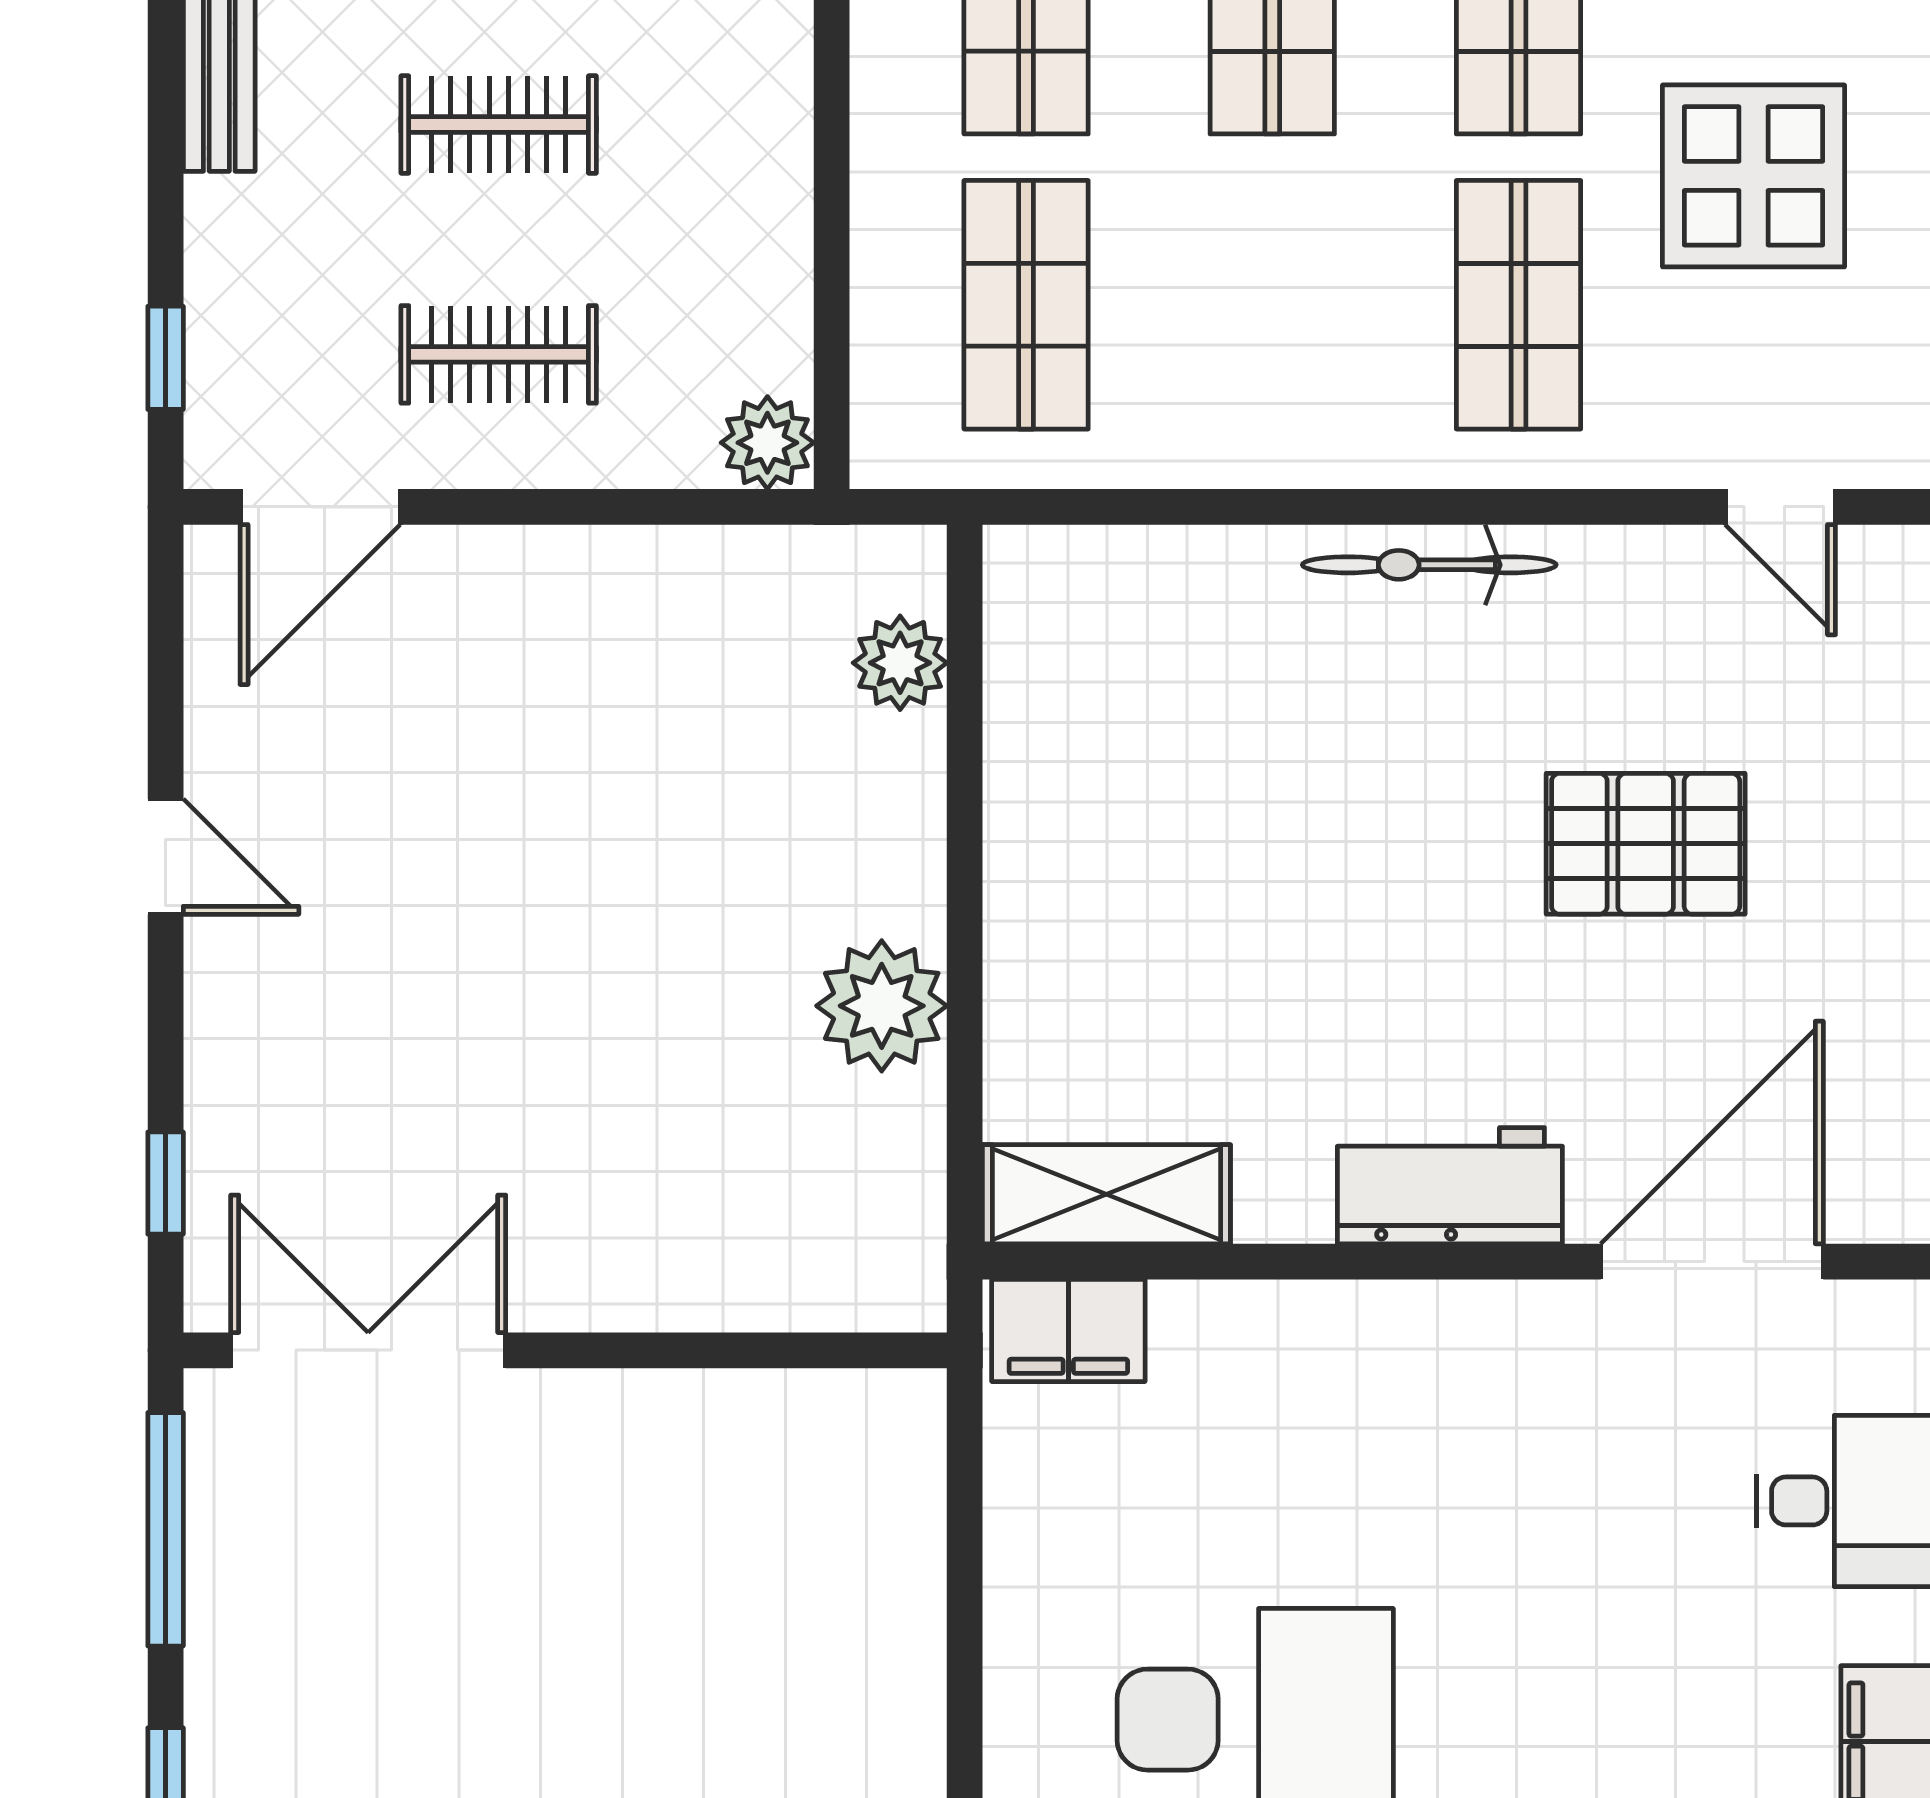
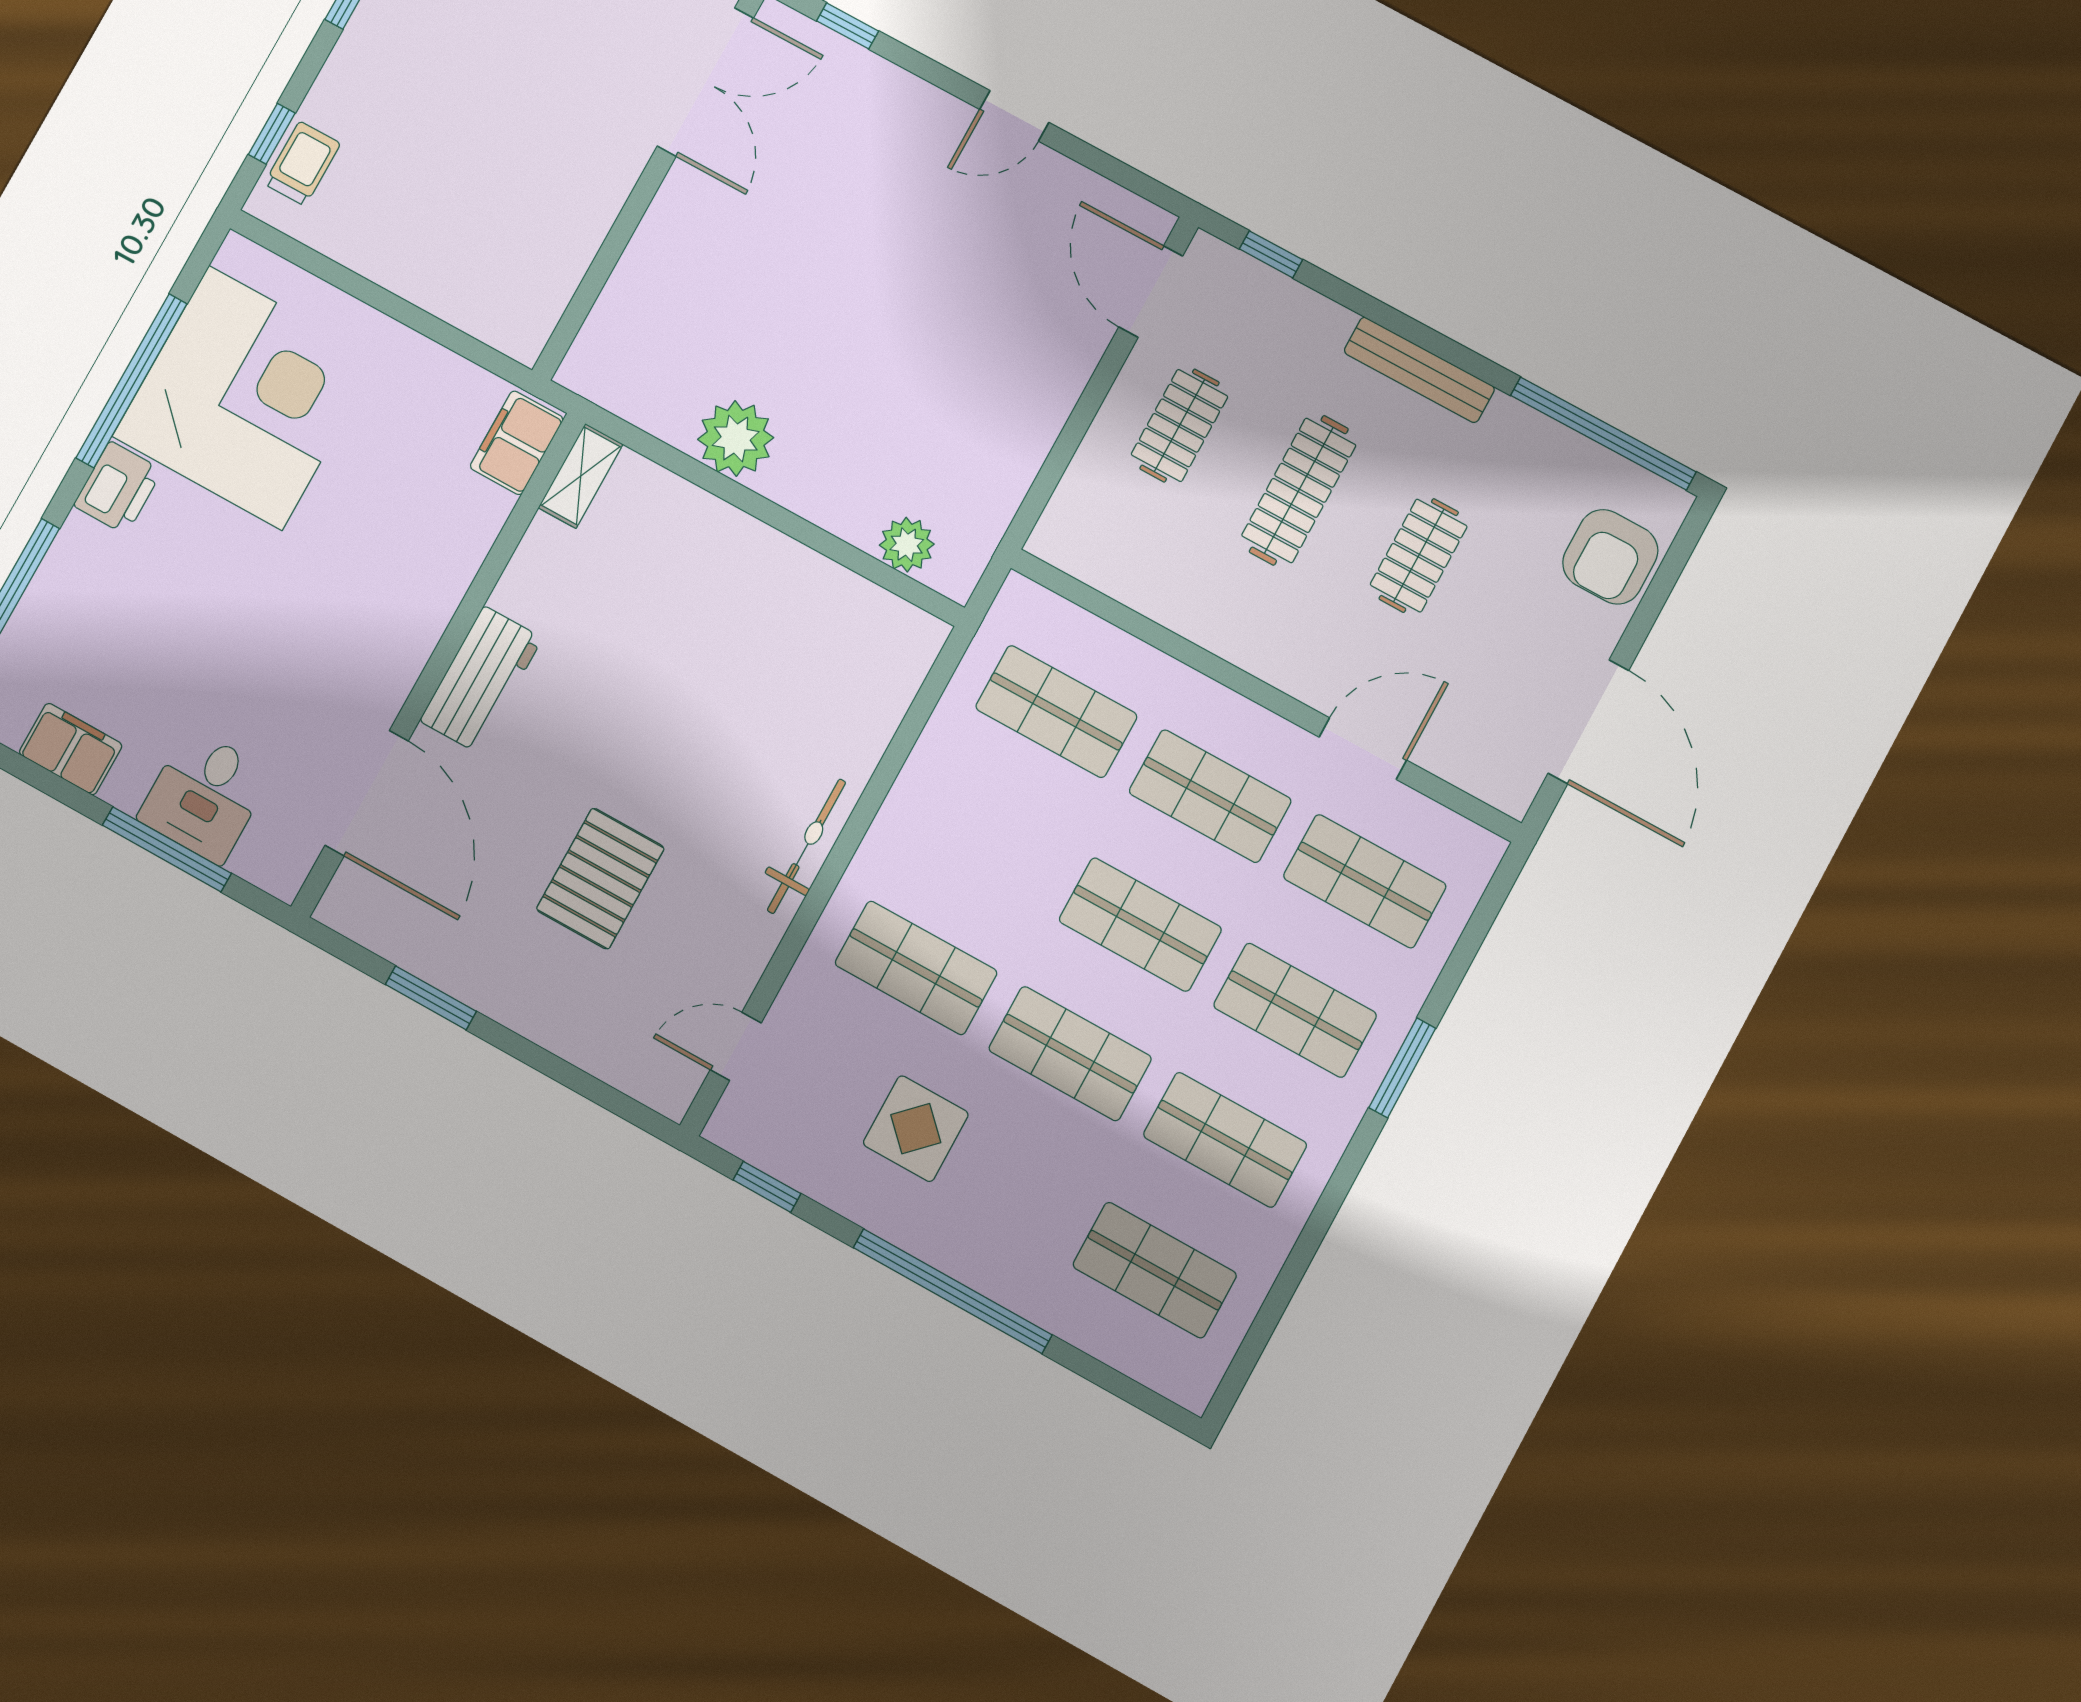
clothes rail: (499, 125) -> (1299, 490), width x1.36
display table: (1754, 176) -> (916, 1129), width x0.73, depth x0.73
plant: (767, 443) -> (1058, 539), removed
shelving: (1106, 1194) -> (581, 476), width x0.67, depth x0.75

